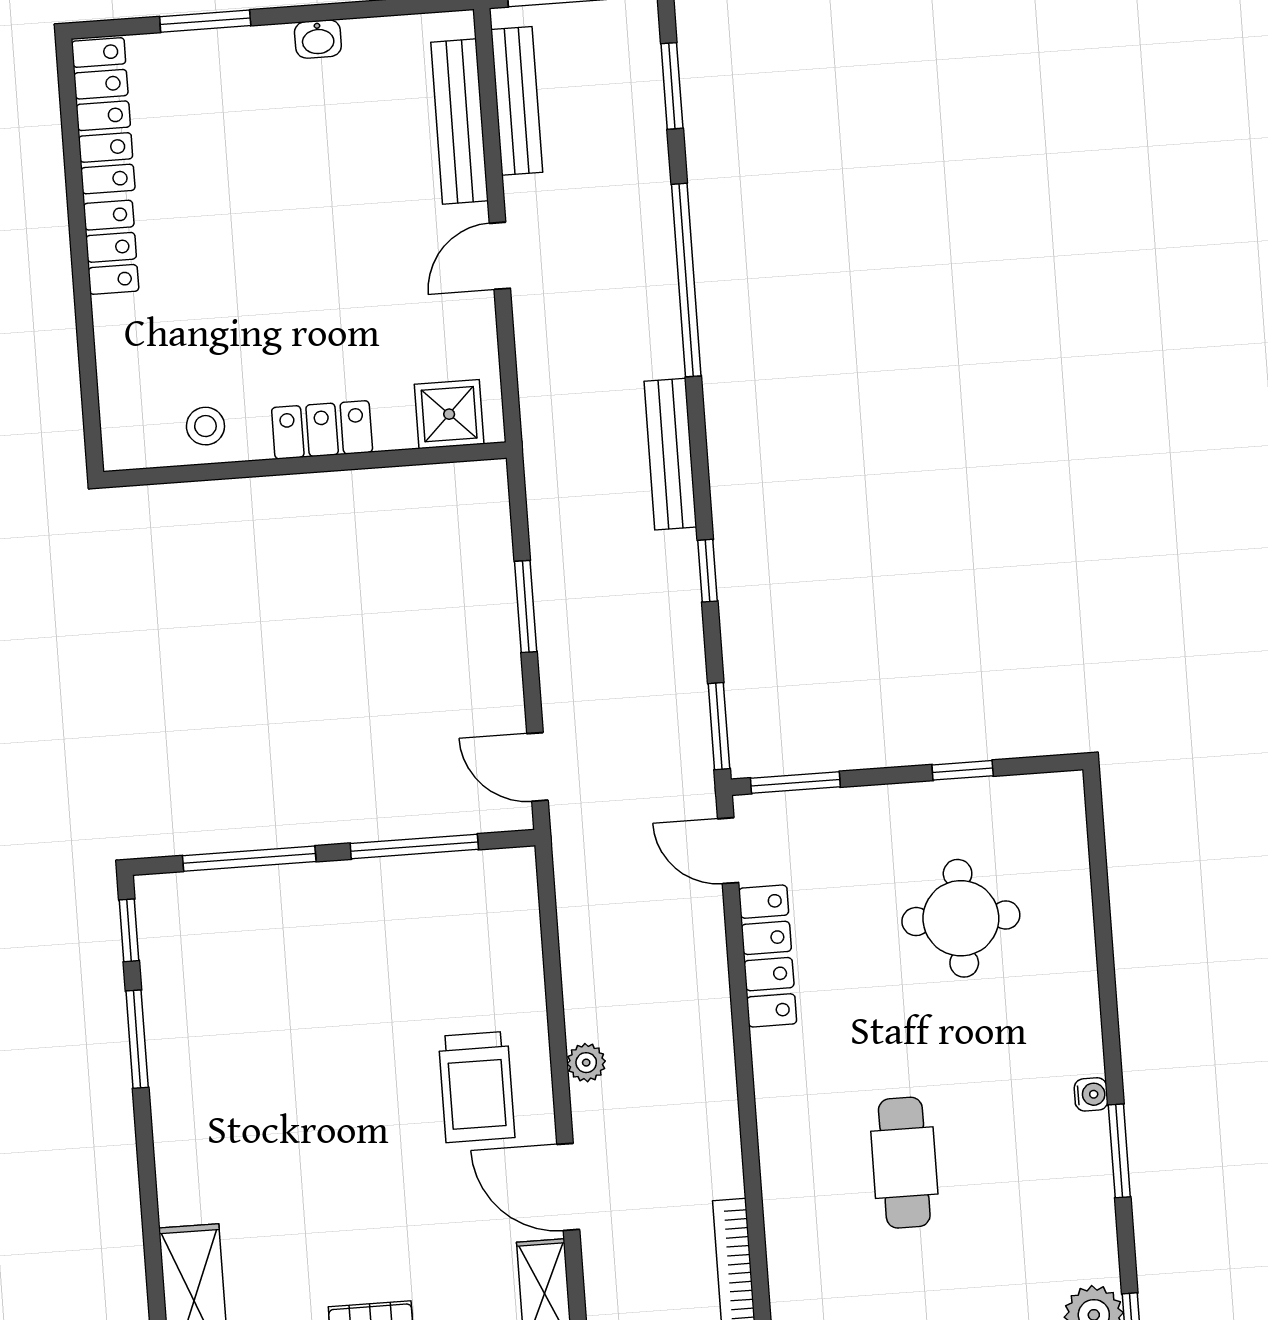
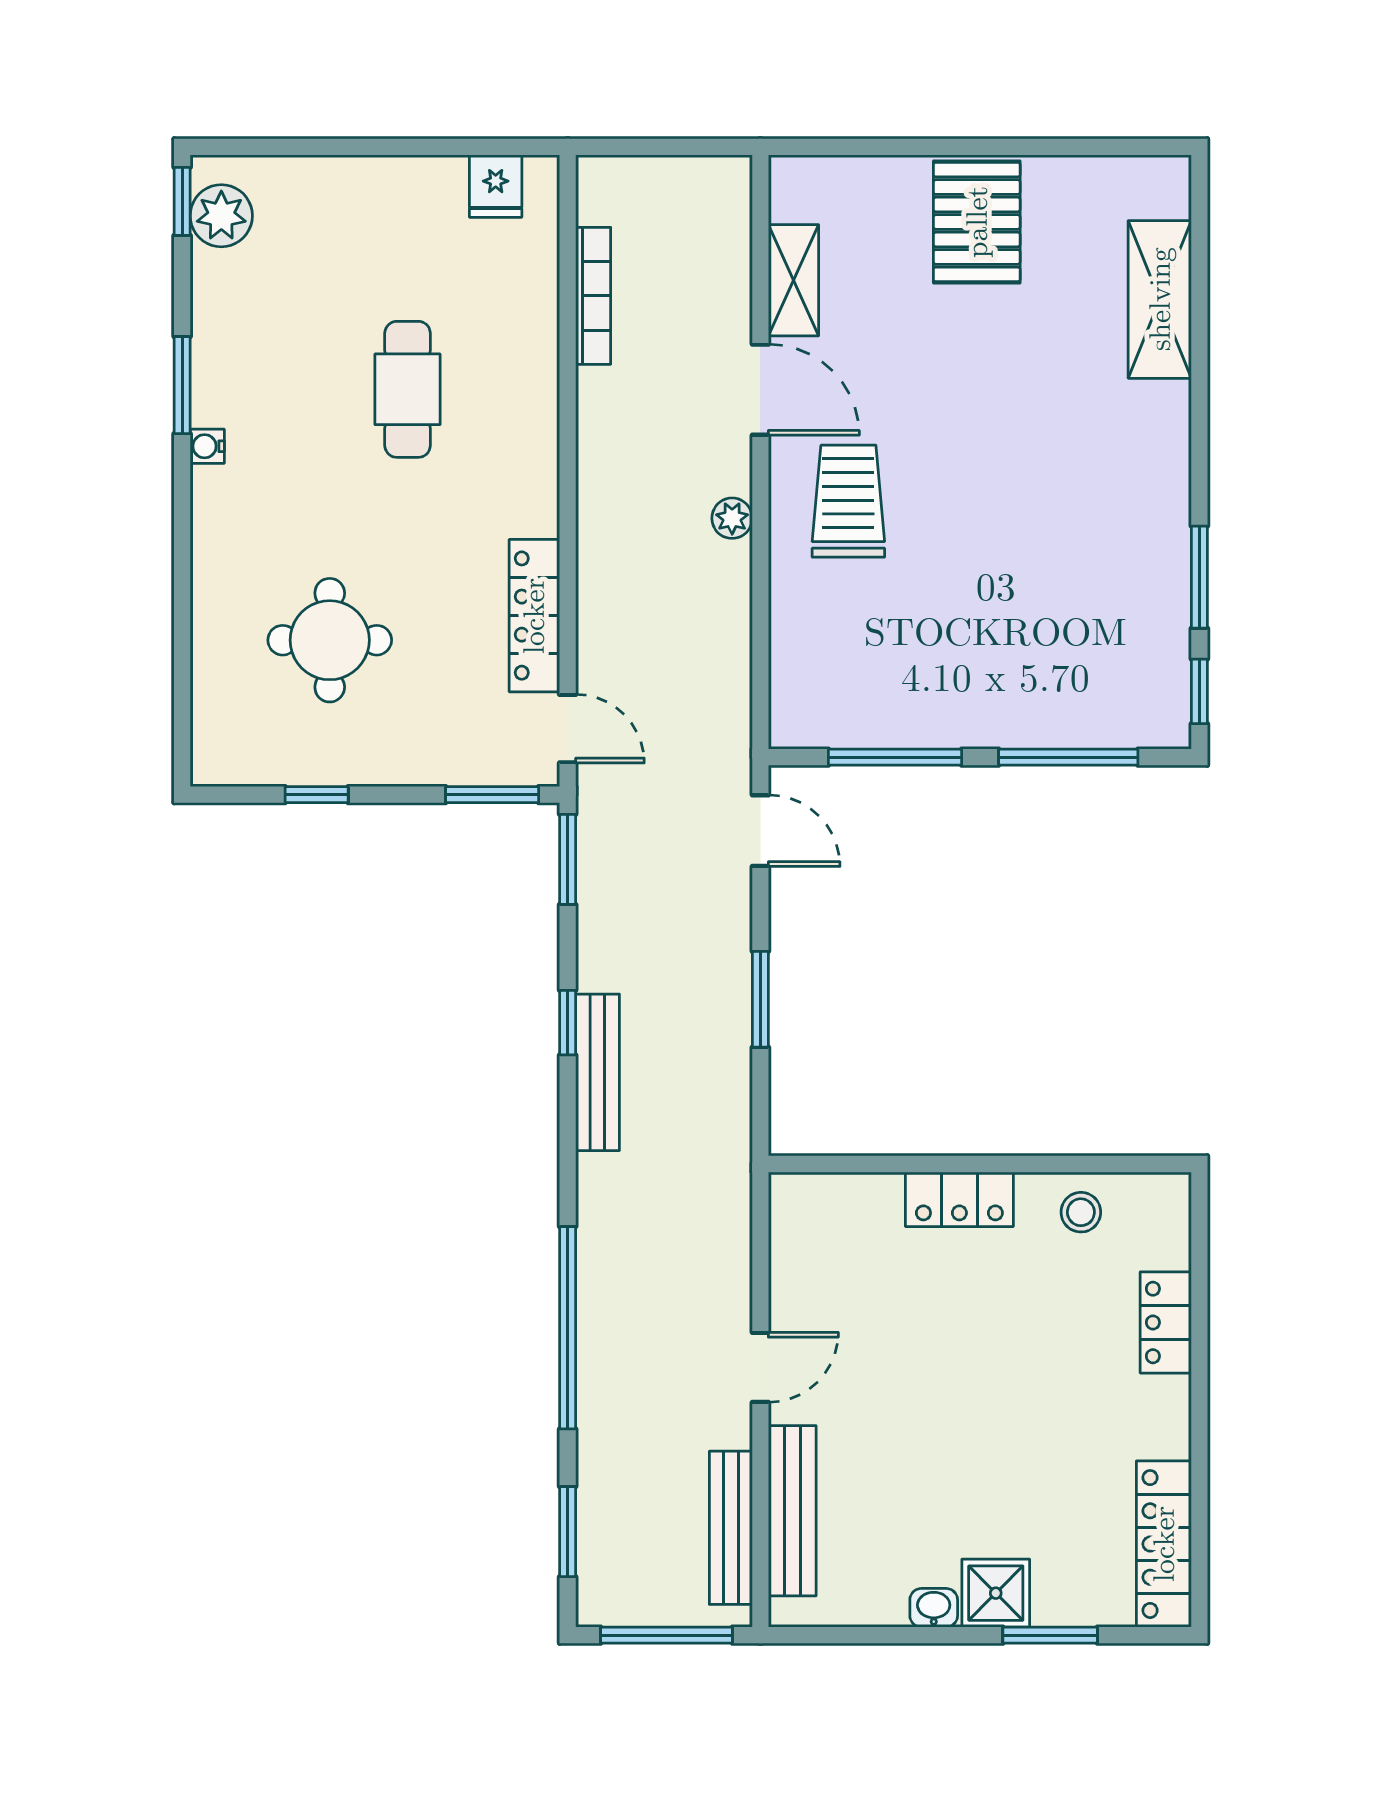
locker: (111, 247) -> (1166, 1322), moved
shower: (449, 414) -> (996, 1593), moved
bench: (670, 454) -> (598, 1072), moved

